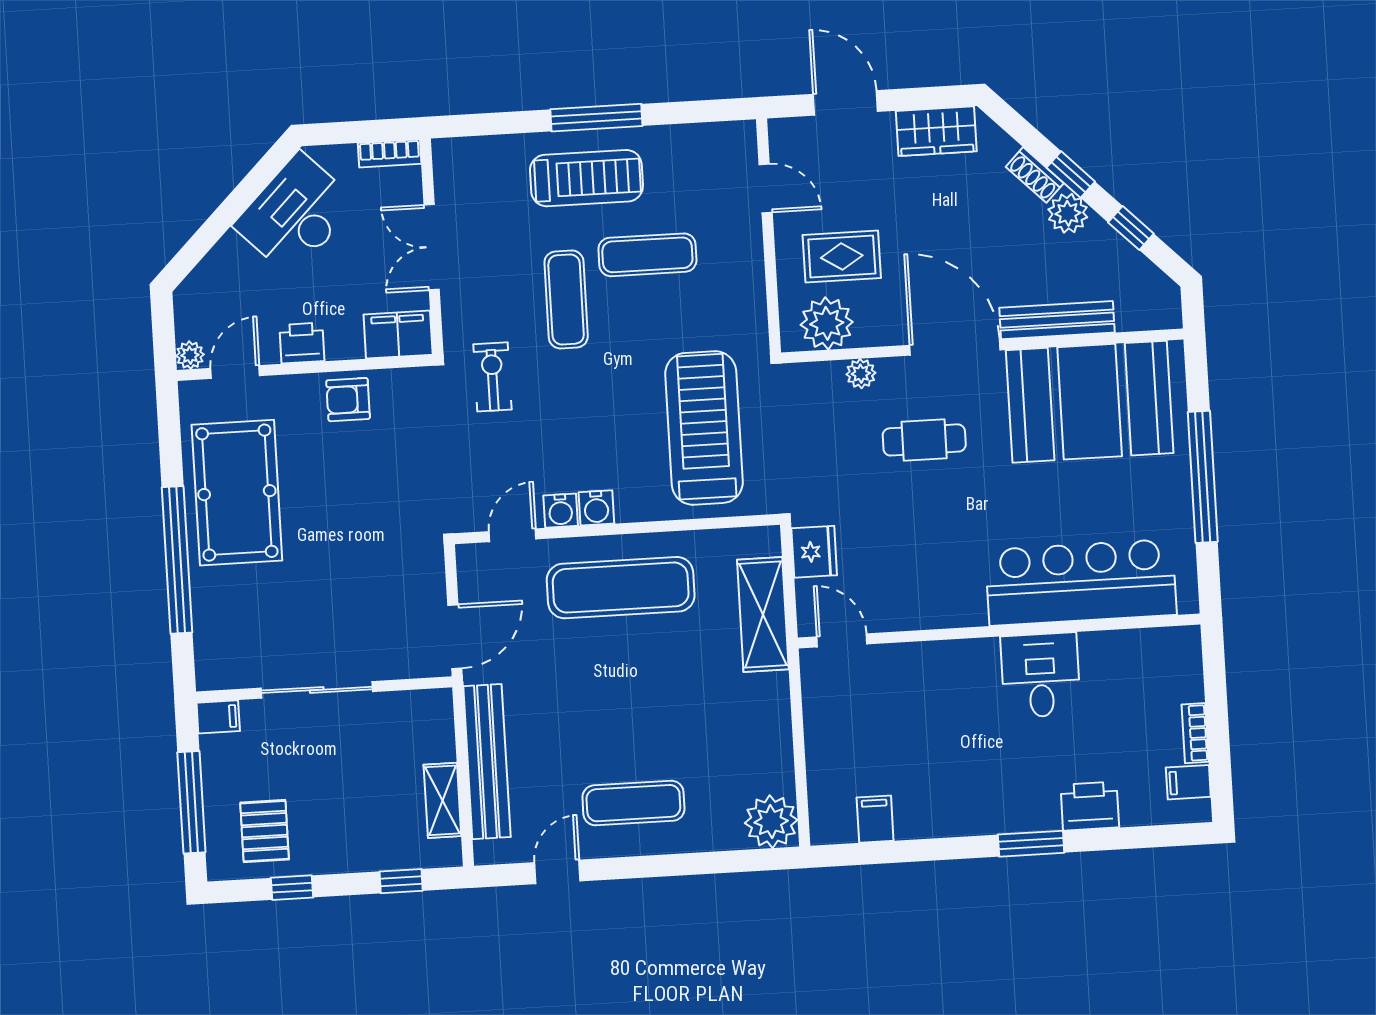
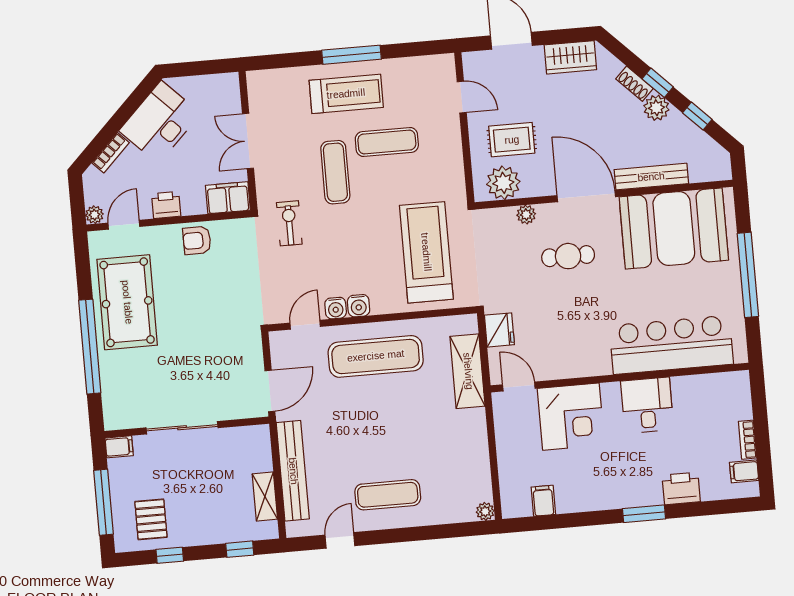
bookcase: (390, 153) -> (111, 153), moved, turned -45
corner desk: (922, 690) -> (571, 417), added
plant: (771, 822) -> (485, 511), width x0.53, depth x0.53

